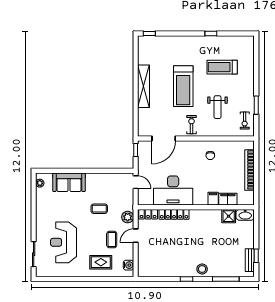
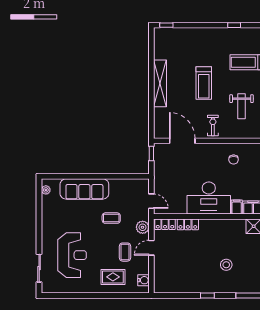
treadmill: (183, 86) -> (204, 83), width x0.73, depth x0.73
door: (164, 139) -> (182, 141), swing flipped
sofa: (69, 182) -> (84, 189), width x1.36
door: (136, 182) -> (151, 201), moved
desk: (173, 190) -> (209, 198), moved
locker: (174, 214) -> (188, 224), width x0.66
reception desk: (64, 242) -> (72, 255), turned 180
stool: (202, 269) -> (226, 265), moved

